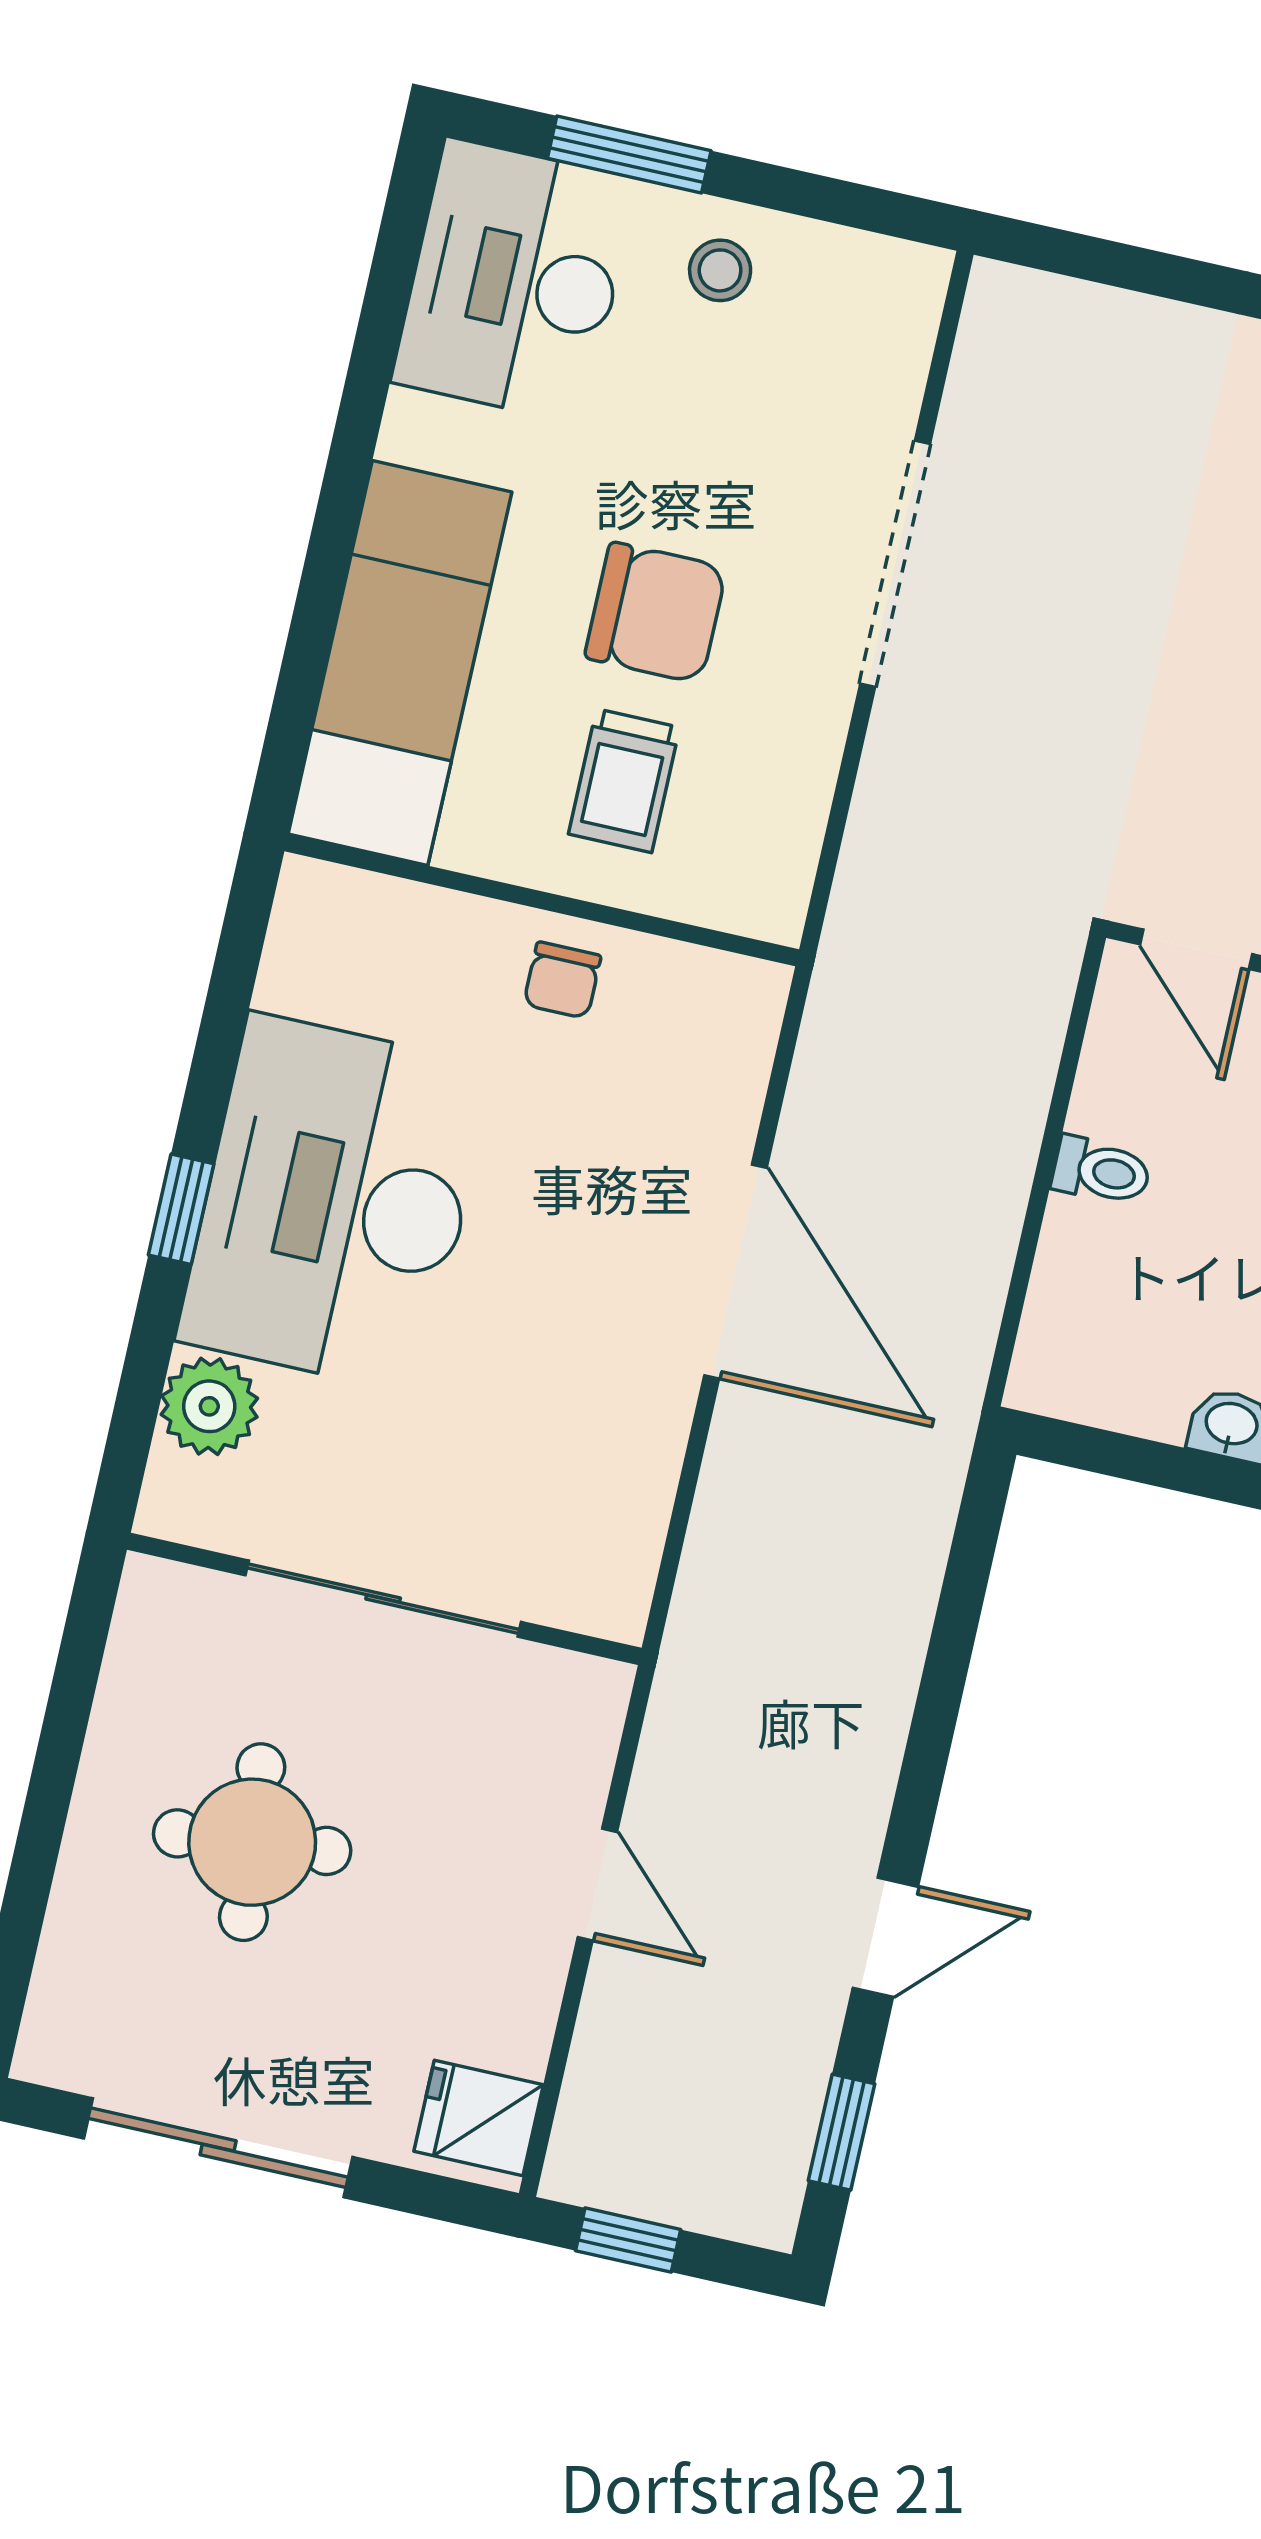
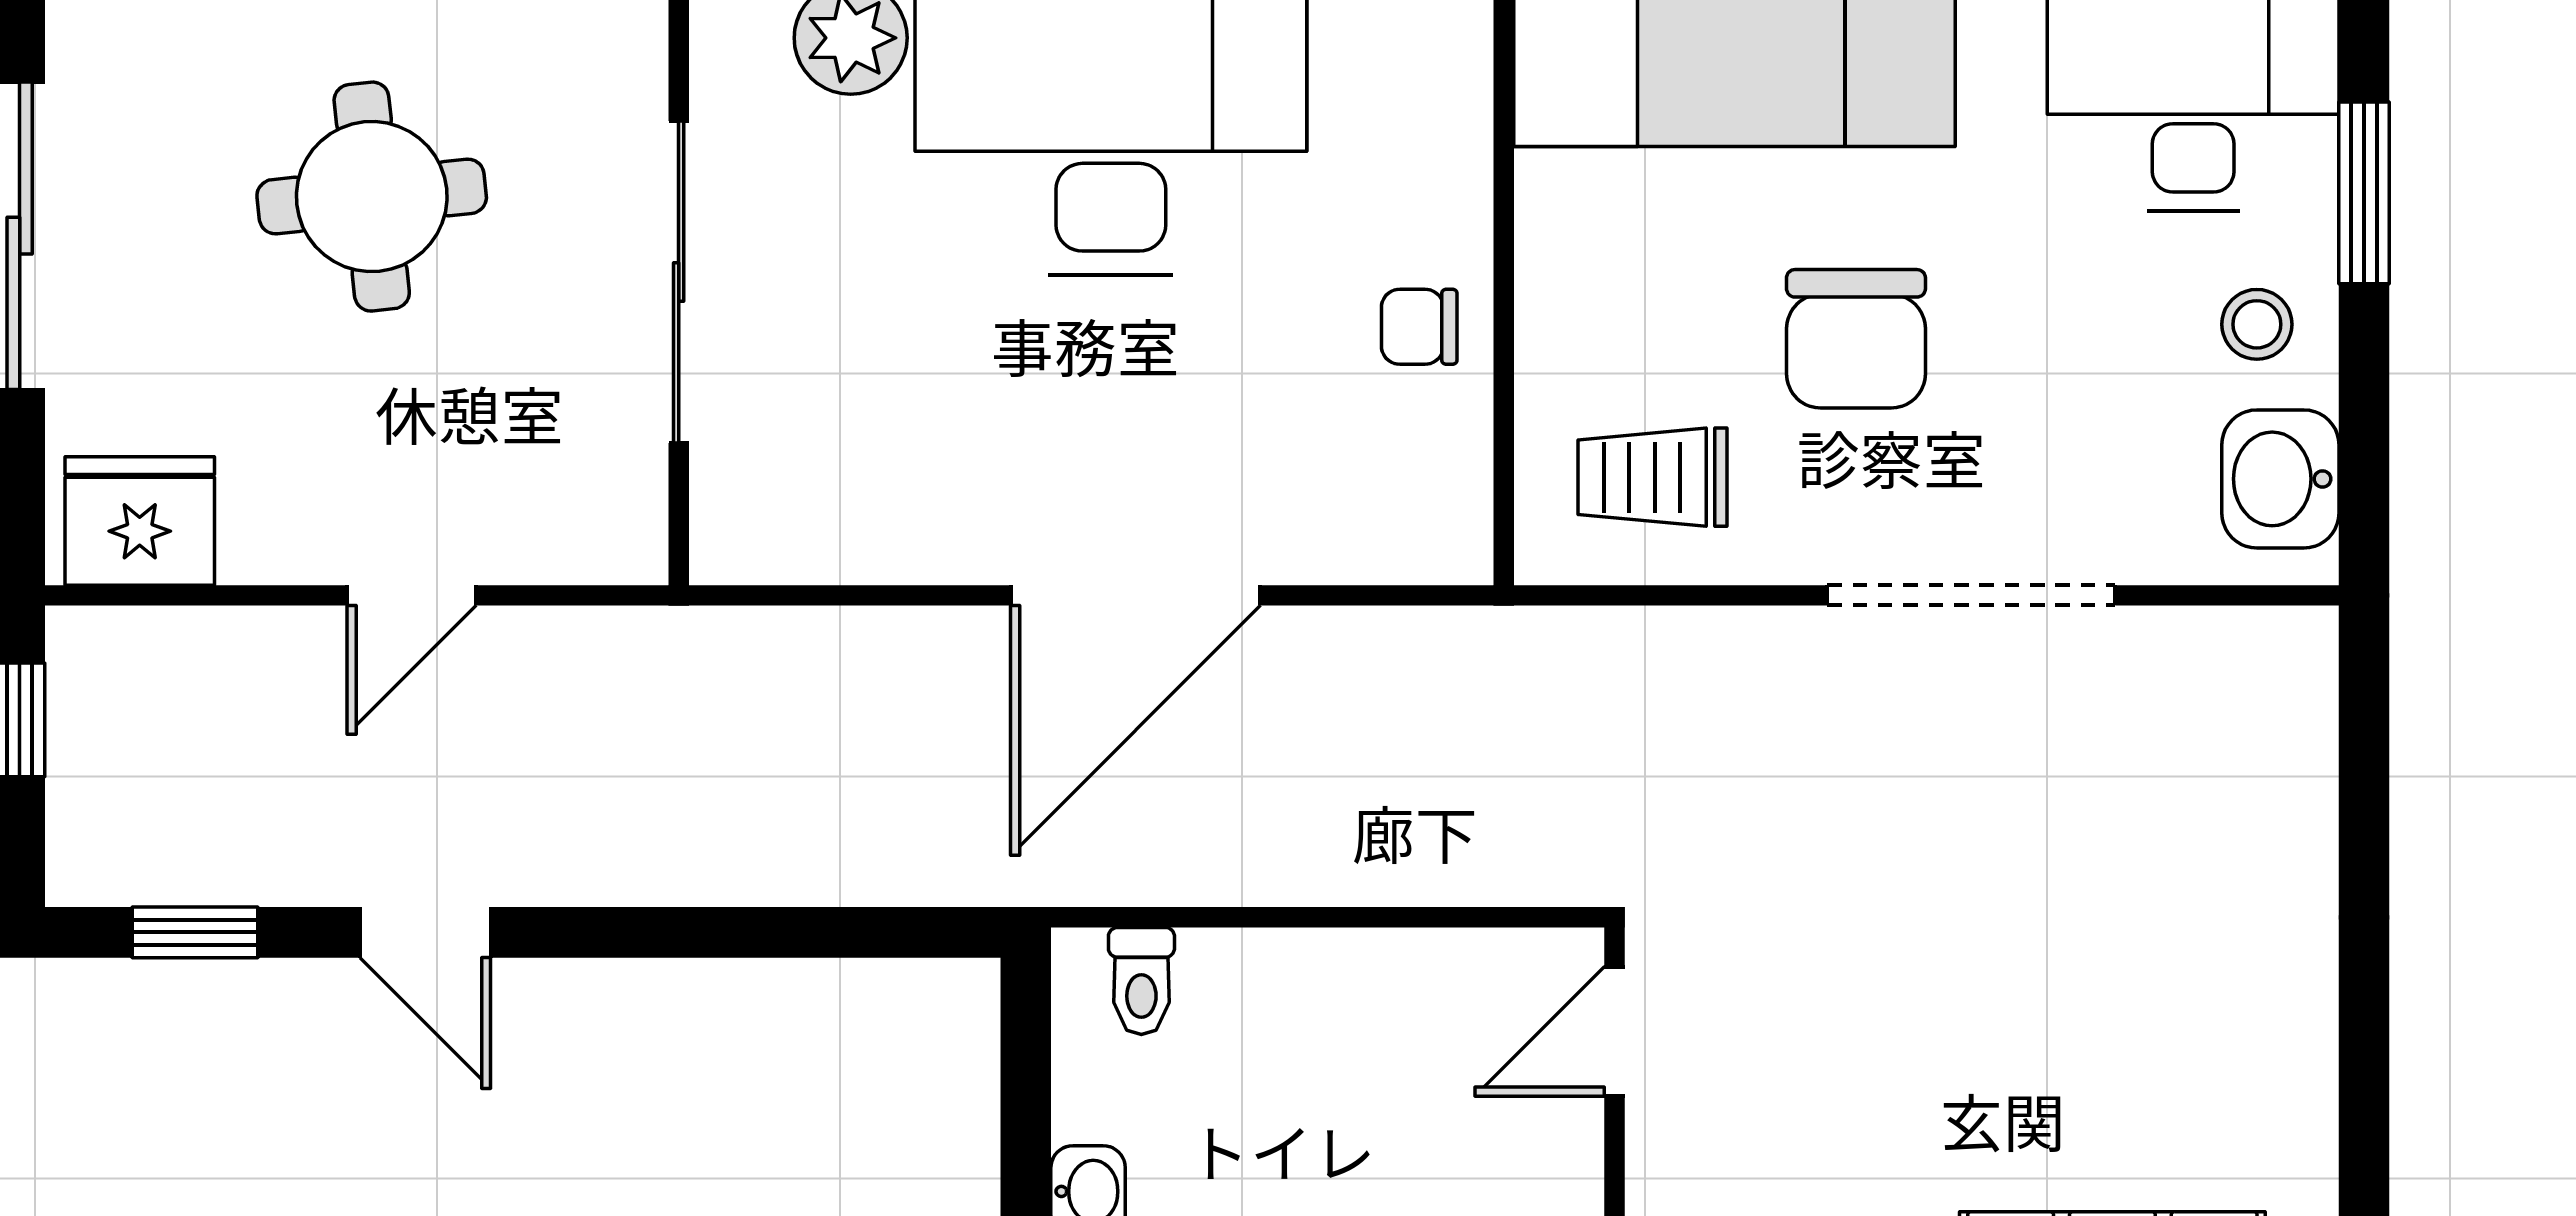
washbasin: (855, 280) -> (2280, 479), added
trolley: (624, 781) -> (1653, 477), moved
toilet: (1101, 1171) -> (1141, 981), moved
fridge: (479, 2118) -> (140, 521), width x1.38

